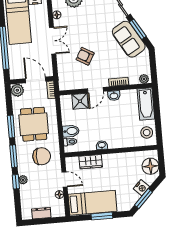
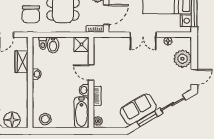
armchair: (85, 56) -> (125, 65), removed
shower: (80, 101) -> (82, 44), moved
bathtub: (146, 104) -> (82, 112), moved, turned -90

